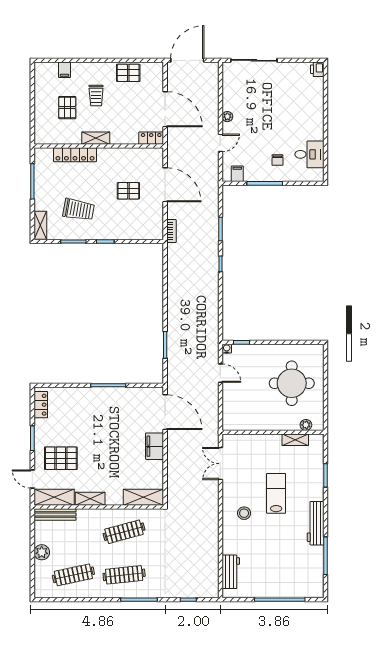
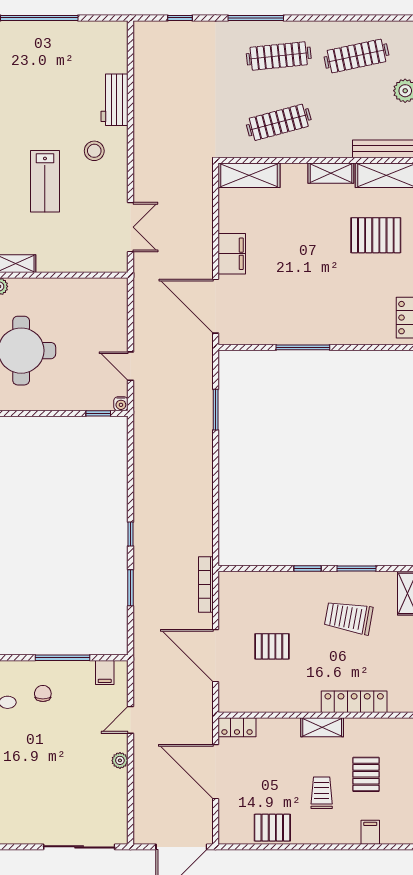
bookcase: (171, 231) -> (206, 585), width x1.56
workbench: (231, 572) -> (115, 100), moved

